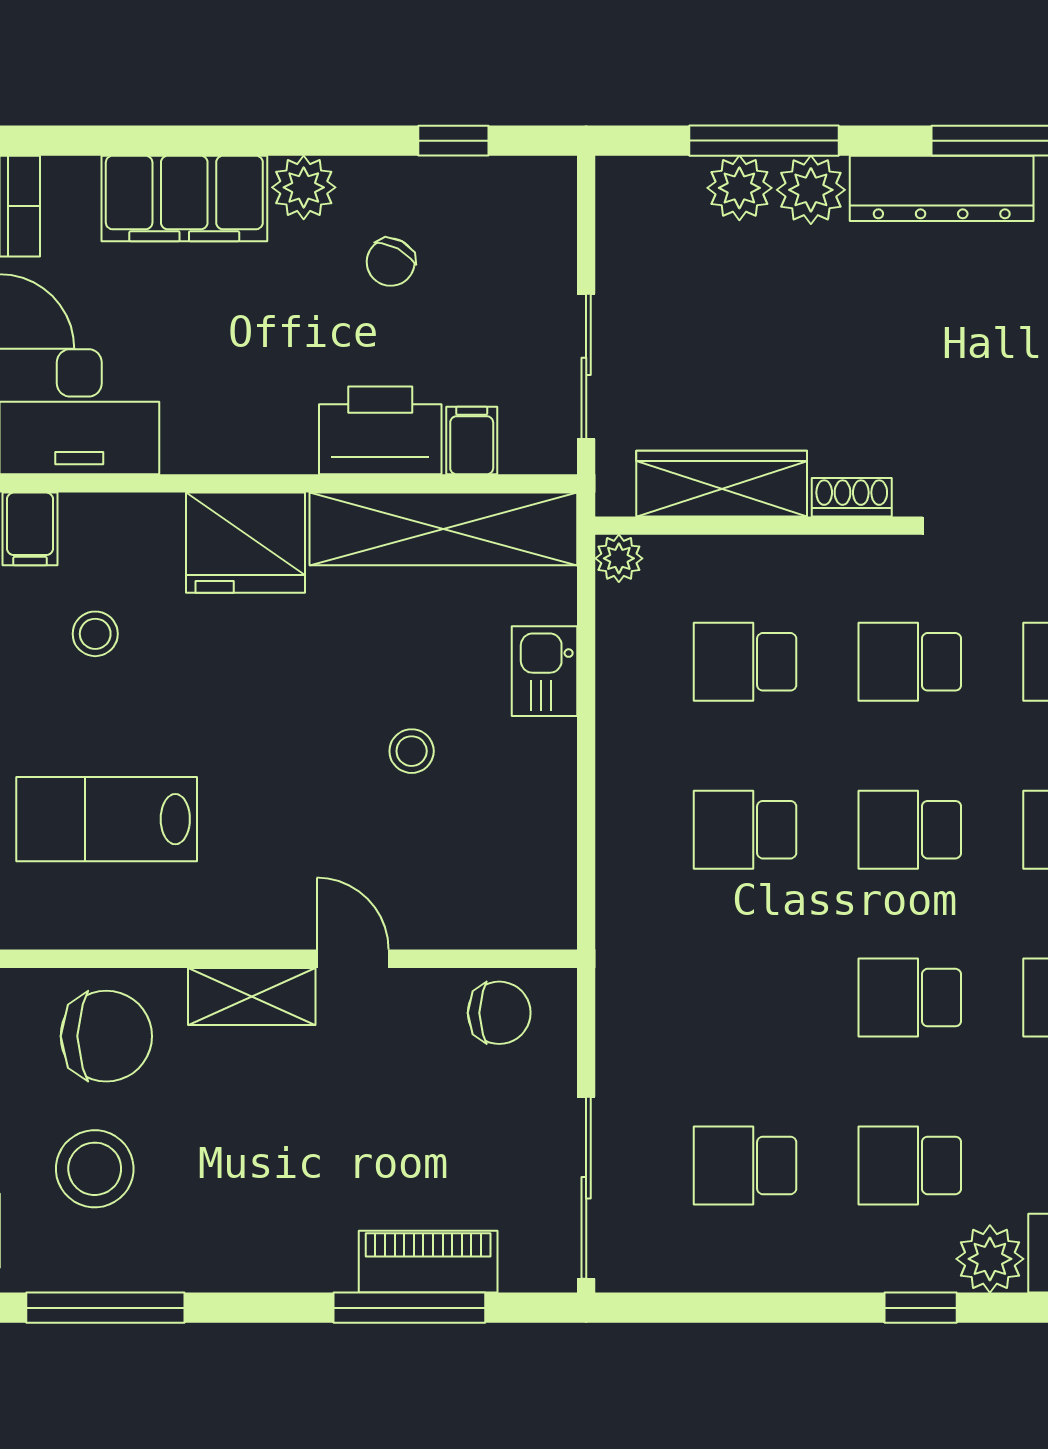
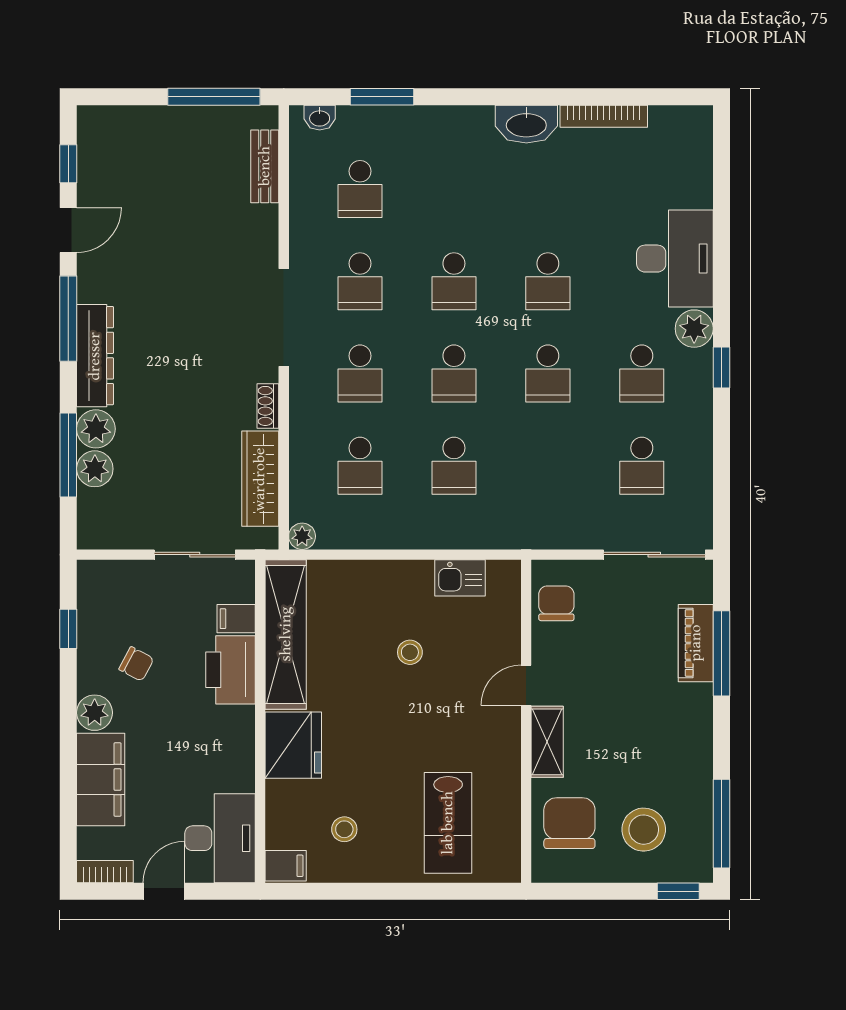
kitchen sink: (544, 671) -> (460, 578), moved

